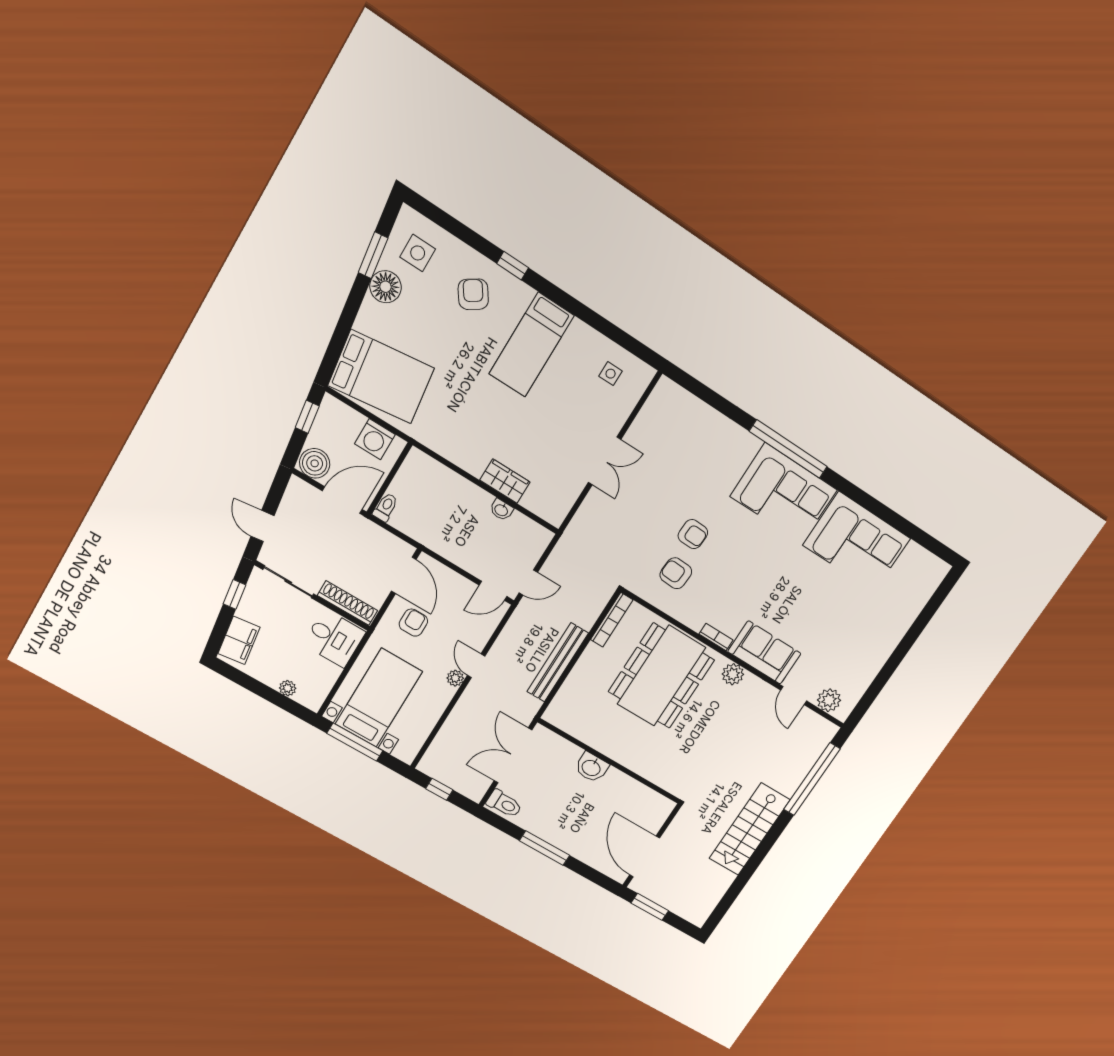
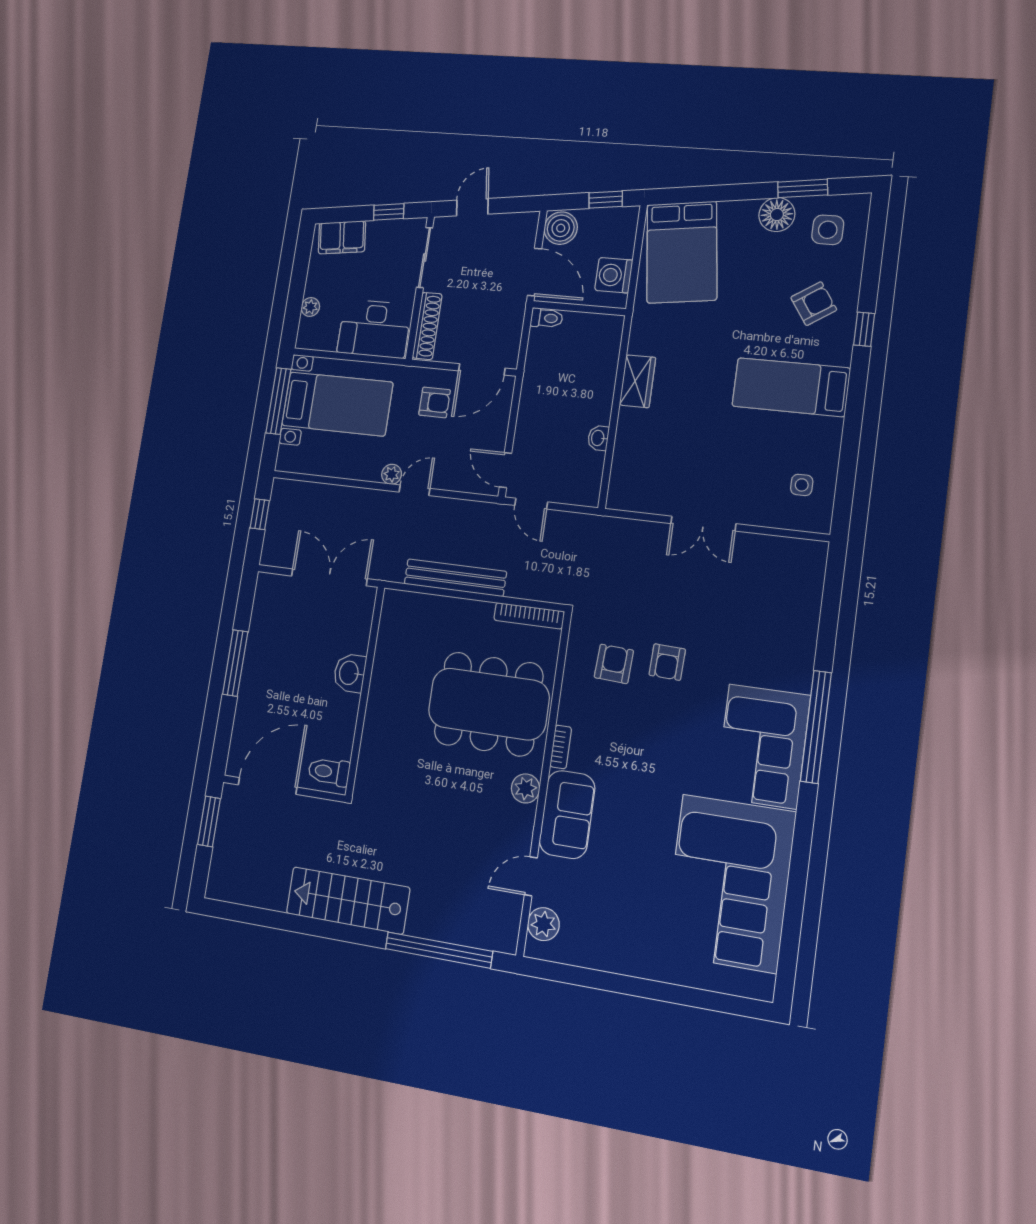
wardrobe: (505, 481) -> (638, 381), moved
corner sofa: (857, 542) -> (729, 883), width x1.36, depth x1.36
desk: (334, 638) -> (374, 329), width x1.37
toilet: (504, 804) -> (329, 772), moved, turned 90

